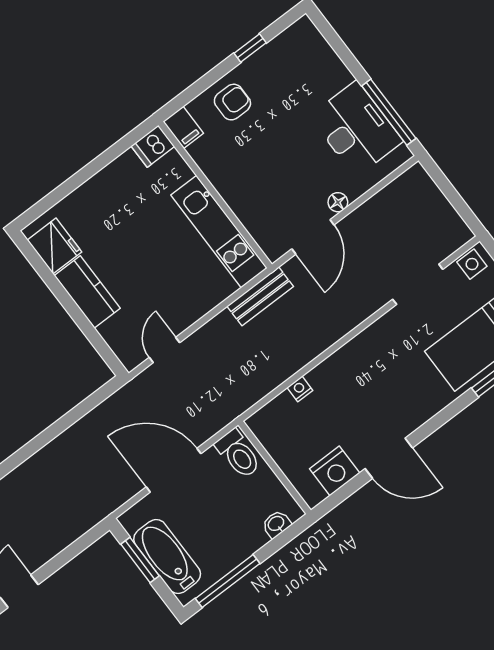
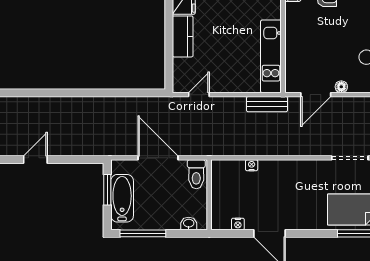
nightstand: (335, 471) -> (238, 224), width x0.53, depth x0.56

